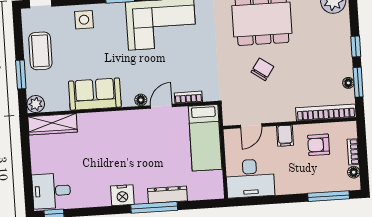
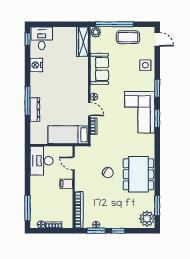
window: (21, 75) -> (114, 24), width x2.11
armchair: (319, 145) -> (59, 204), removed
nightstand: (122, 195) -> (36, 65), moved

